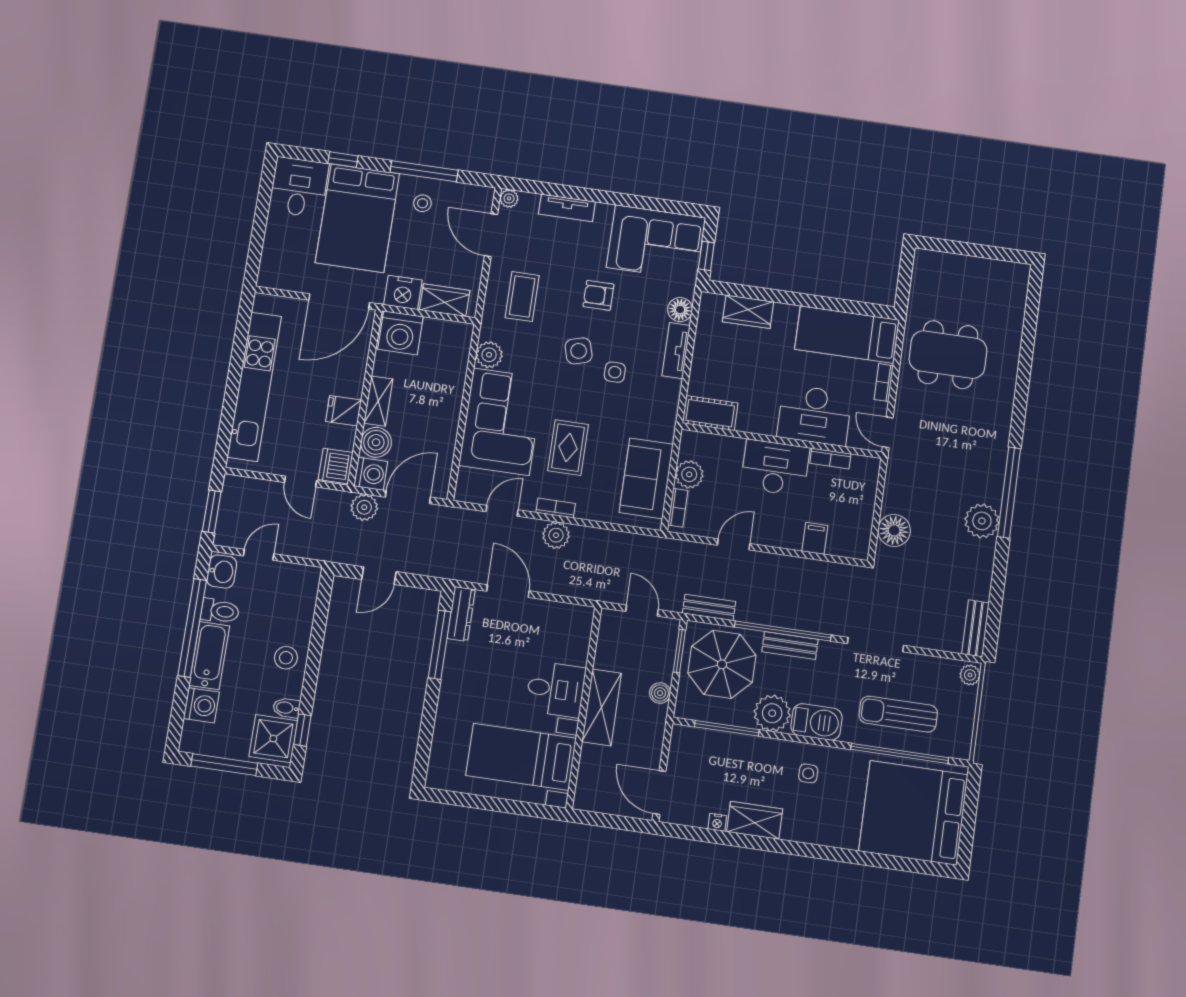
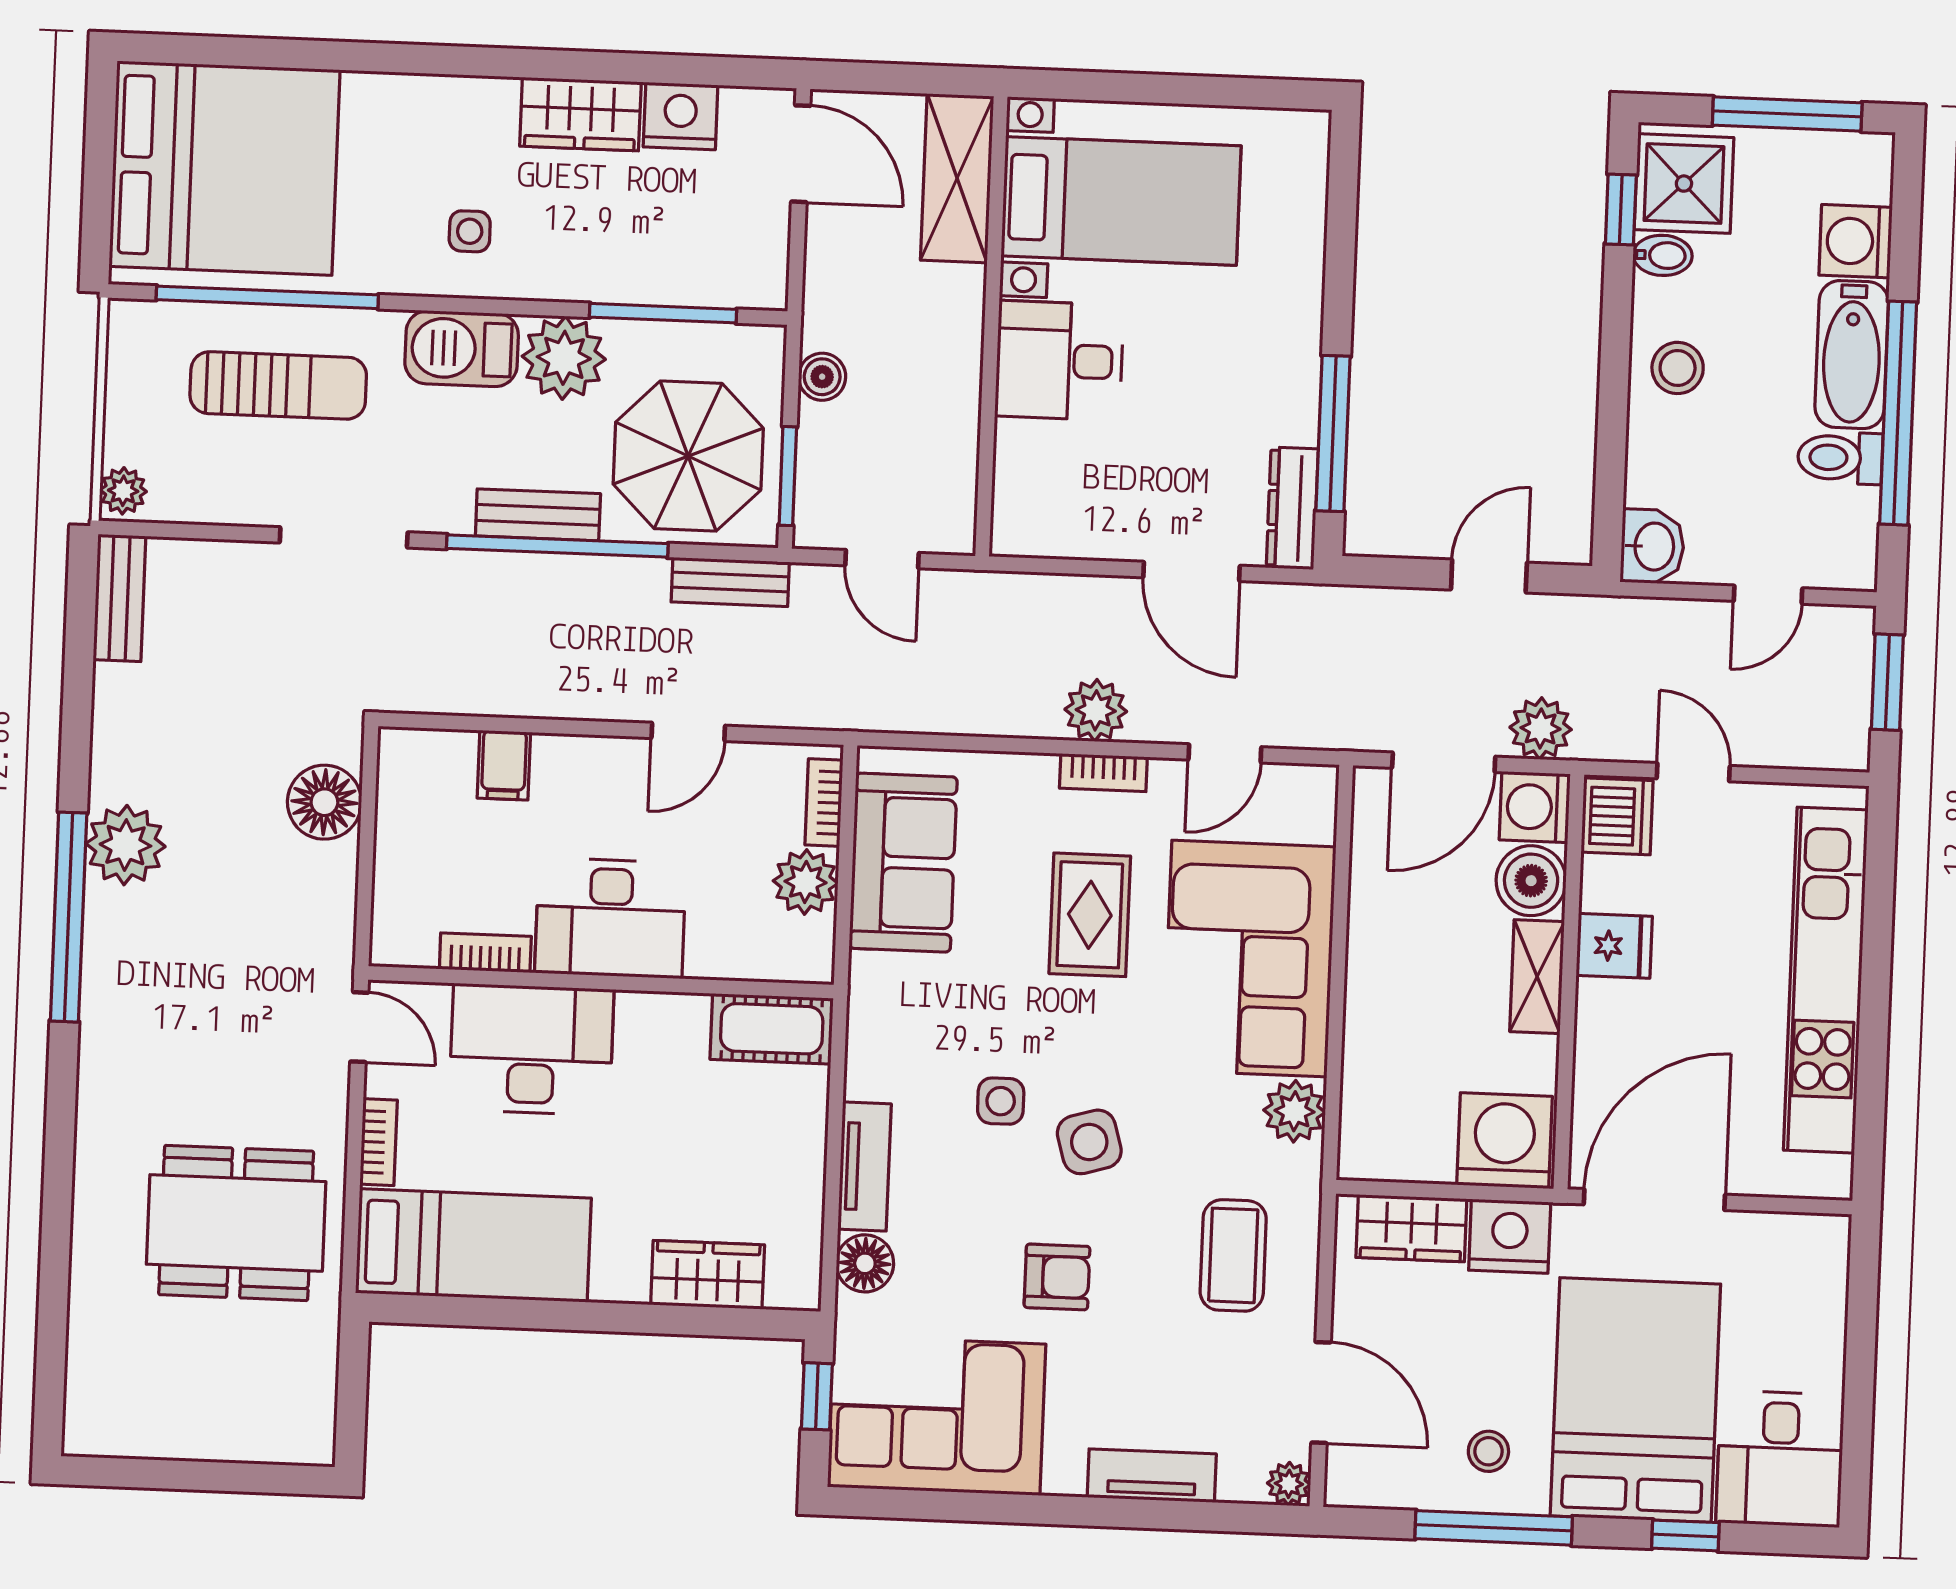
washbasin: (222, 572) -> (1652, 546), moved, turned 180
shelving: (602, 707) -> (957, 178), moved
nightstand: (717, 822) -> (681, 116), width x1.89, depth x1.79

